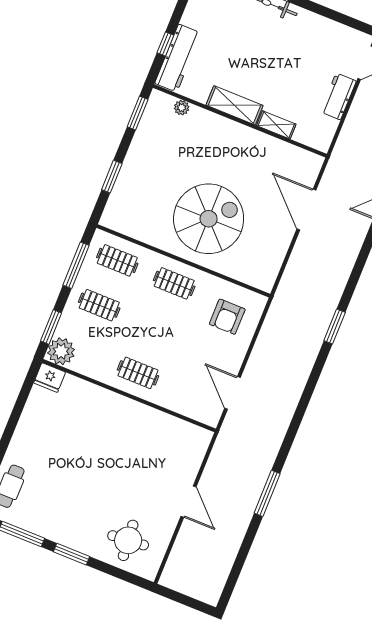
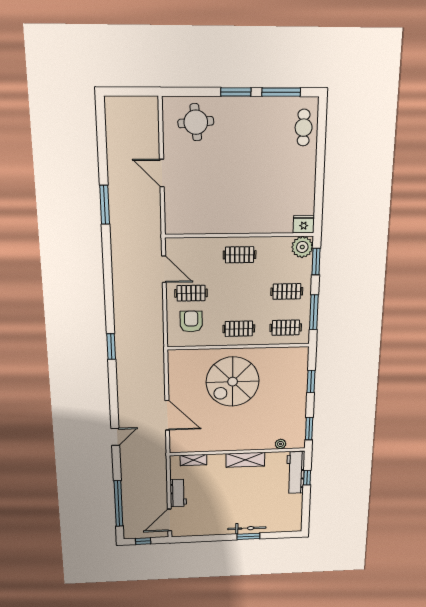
shelving: (276, 125) -> (194, 460), moved
clothes rail: (213, 351) -> (191, 293), added

